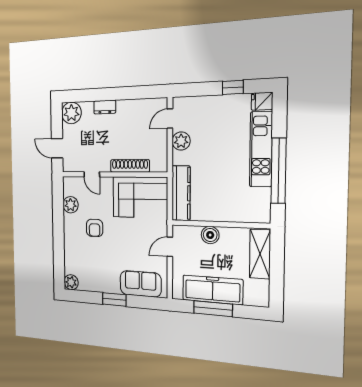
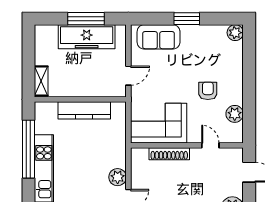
kitchen counter: (181, 193) -> (84, 110), moved, turned -90
boiler: (210, 235) -> (89, 89), removed
shelving: (260, 254) -> (41, 81), width x0.67, depth x0.75

